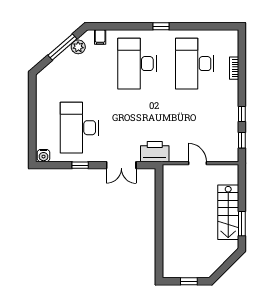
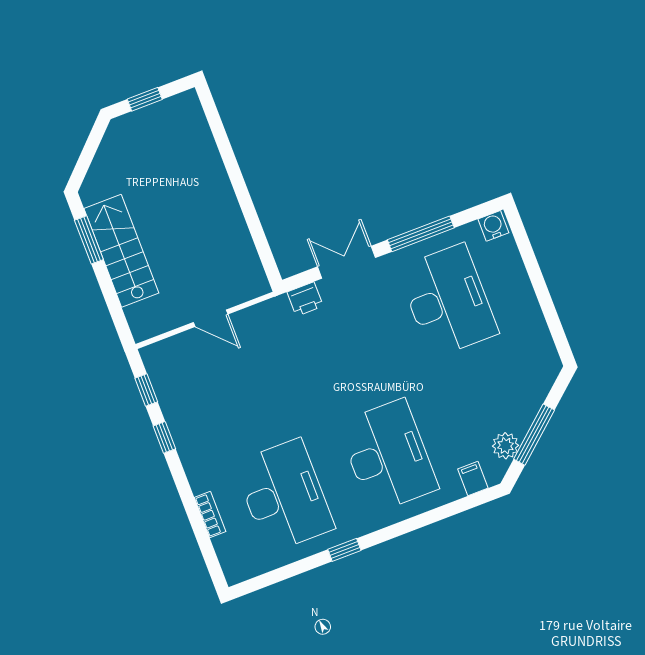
window: (161, 26) -> (344, 550), moved
printer: (155, 152) -> (305, 299), width x0.53, depth x0.68
window: (80, 165) -> (421, 234), width x2.17

